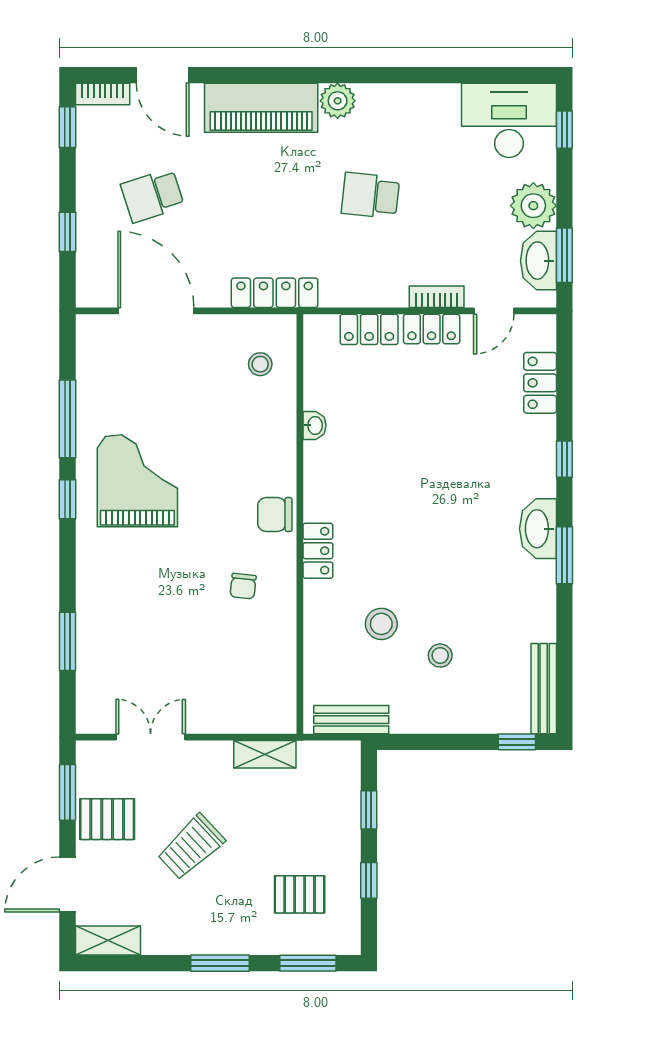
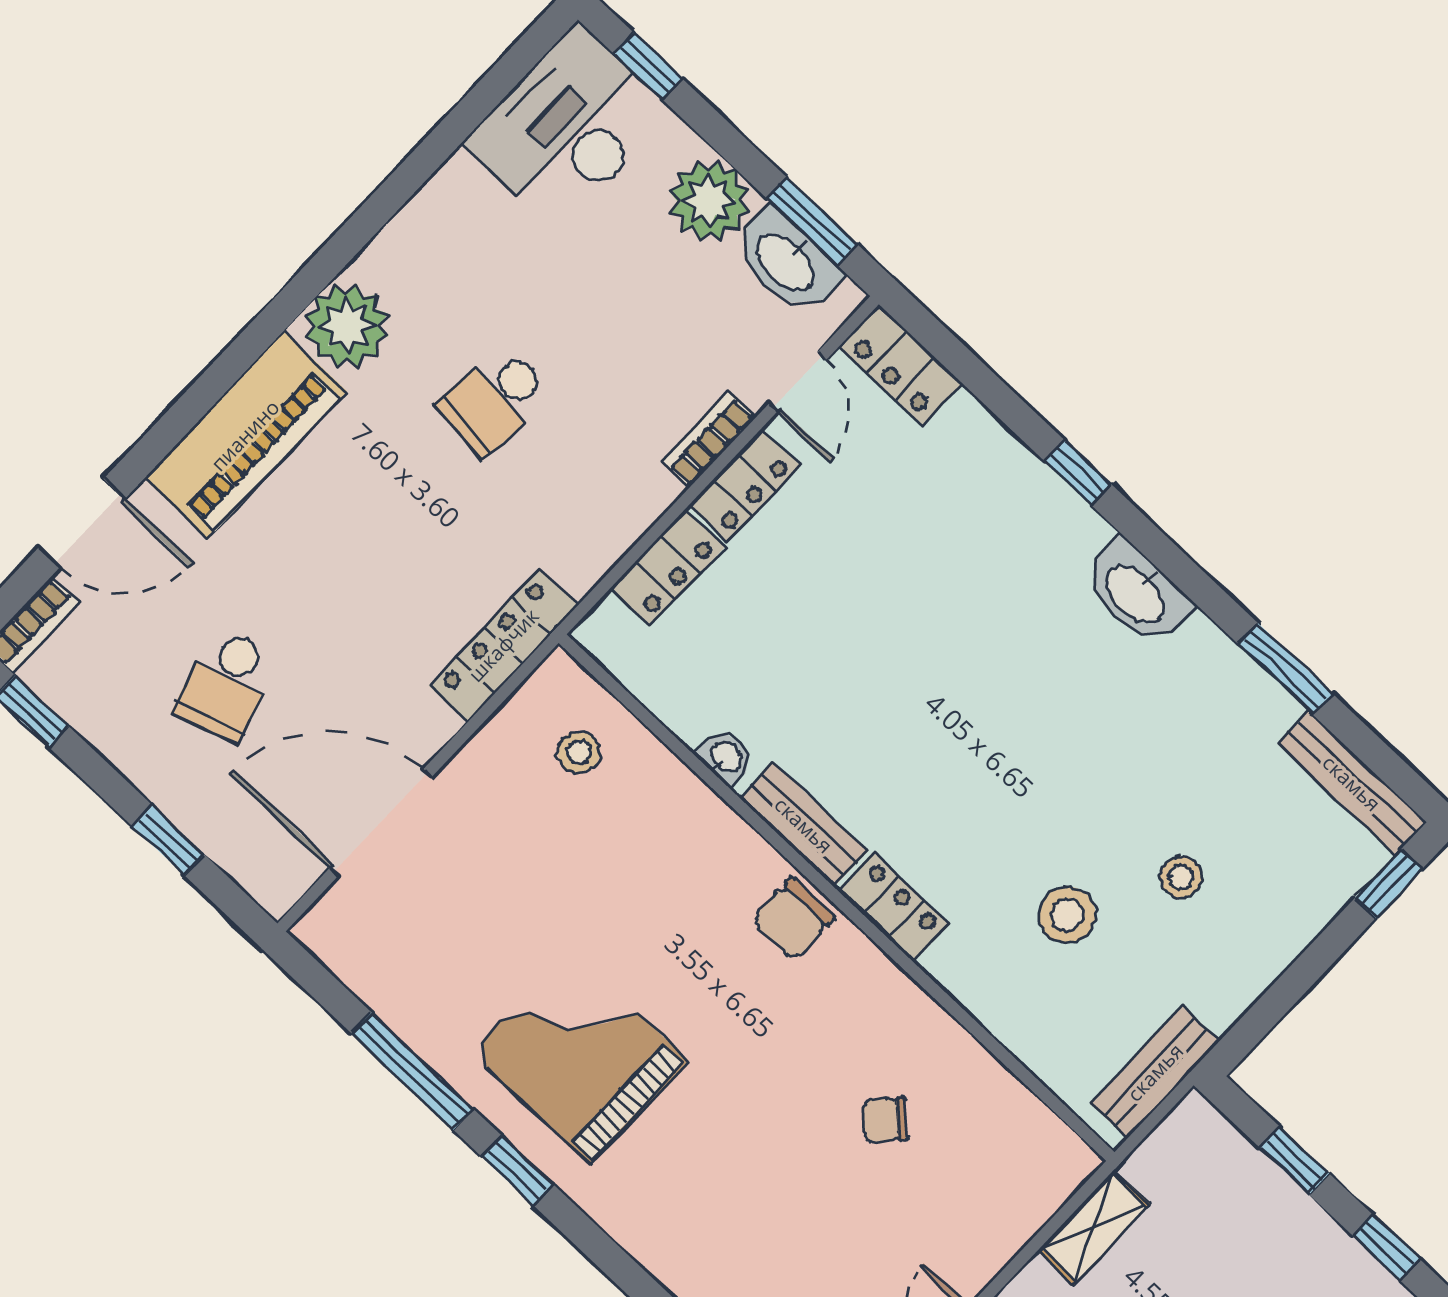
plant: (338, 101) -> (347, 326), width x1.36, depth x1.36
locker: (540, 383) -> (901, 365), moved
bench: (317, 483) -> (804, 825), added
window: (564, 555) -> (1286, 669), moved
chair: (243, 586) -> (885, 1120), moved, turned 127

